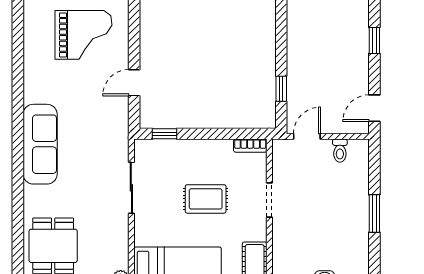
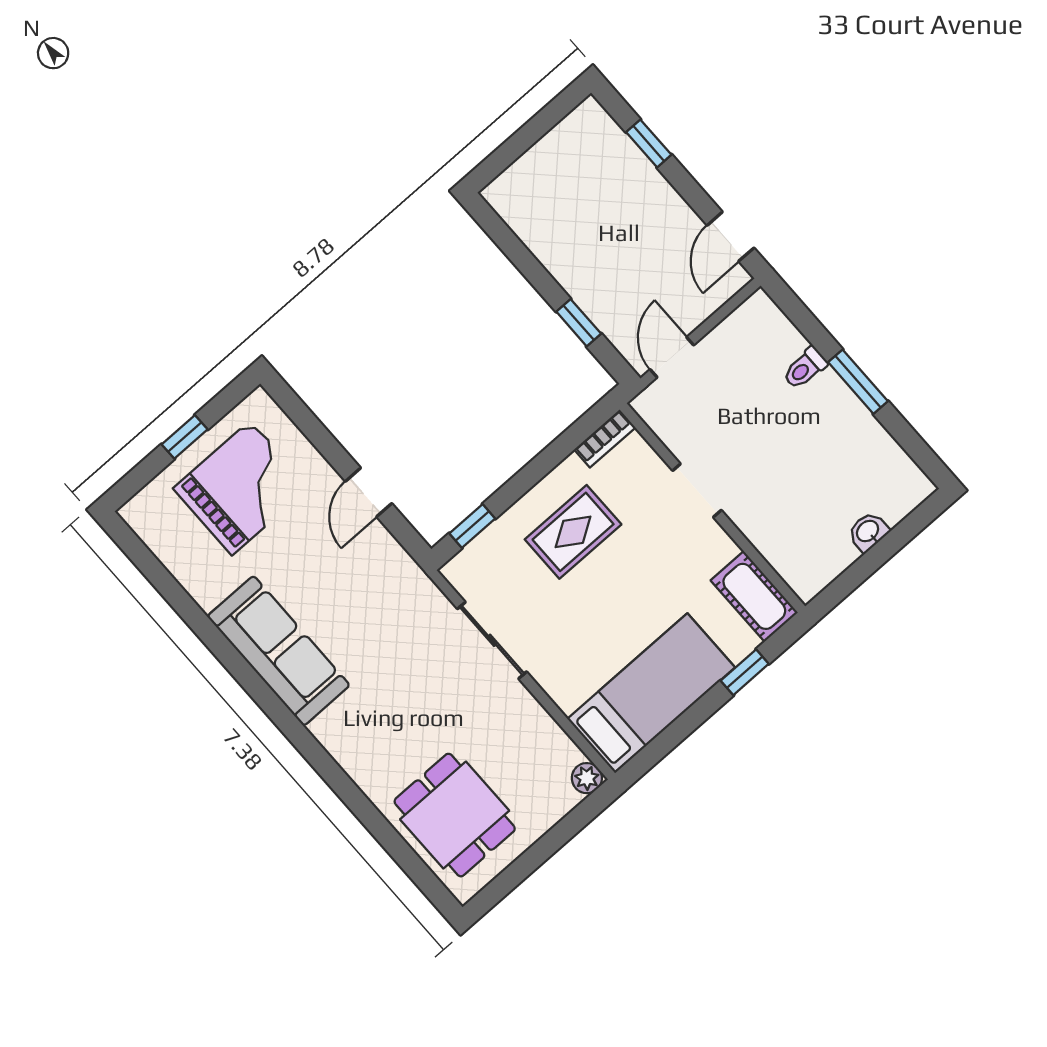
sofa: (40, 144) -> (279, 651), moved
toilet: (340, 151) -> (805, 368), moved, turned 90
rug: (206, 199) -> (573, 532), moved

